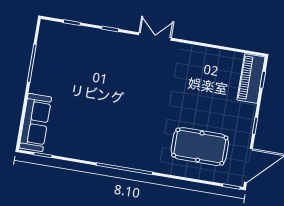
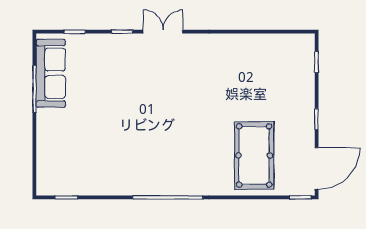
double door: (155, 36) -> (163, 32), moved
piano: (251, 78) -> (302, 63), removed
sofa: (35, 123) -> (51, 73), moved
pool table: (200, 147) -> (254, 155), turned 90

